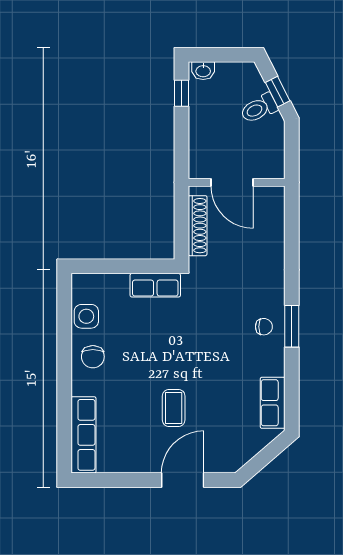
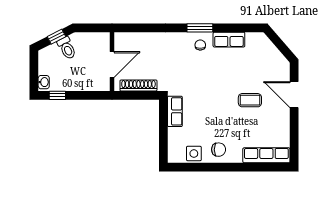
row of seats: (273, 403) -> (229, 40), moved

